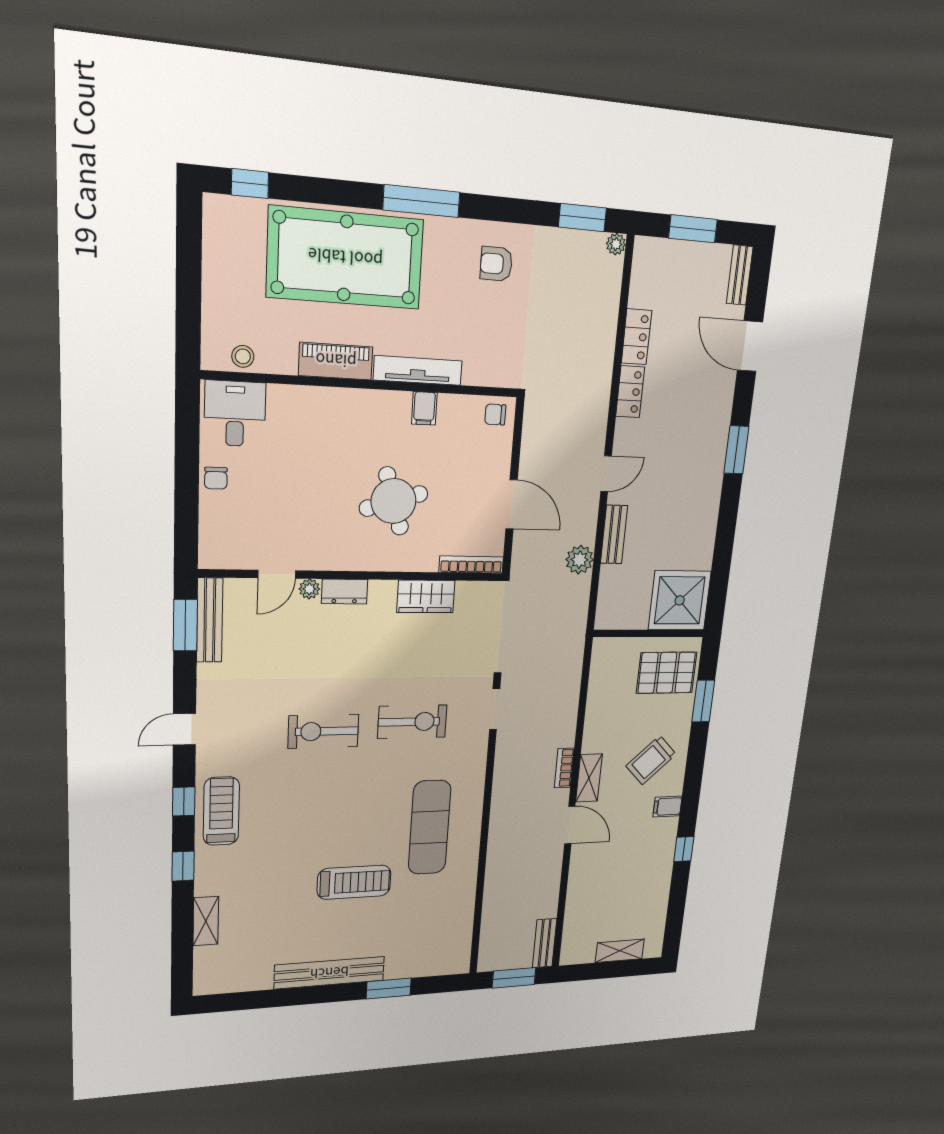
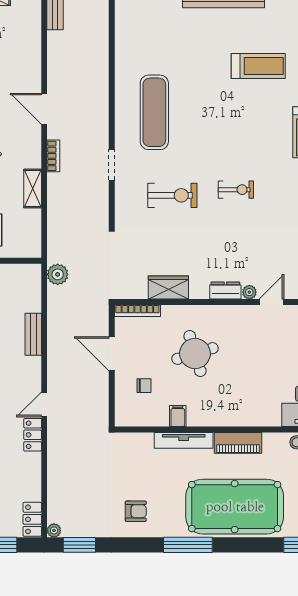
locker: (637, 337) -> (32, 519), moved
chair: (495, 415) -> (144, 386), moved
door: (606, 474) -> (44, 404), moved
plant: (580, 560) -> (58, 274), moved
doorway: (495, 709) -> (112, 165), moved
exercise bike: (412, 722) -> (172, 195), turned 180
exercise bike: (323, 731) -> (236, 190), width x0.73, depth x0.72
shelving: (589, 778) -> (33, 188), moved
treadmill: (354, 882) -> (258, 66), moved, turned 180

